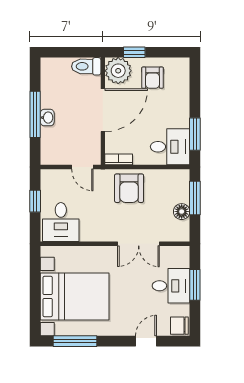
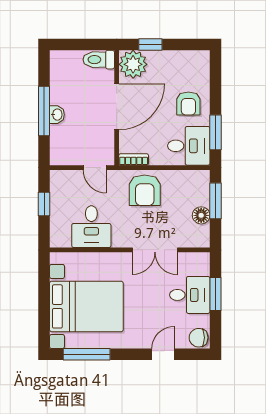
armchair: (153, 78) -> (188, 104), moved
desk: (61, 222) -> (91, 227), moved

